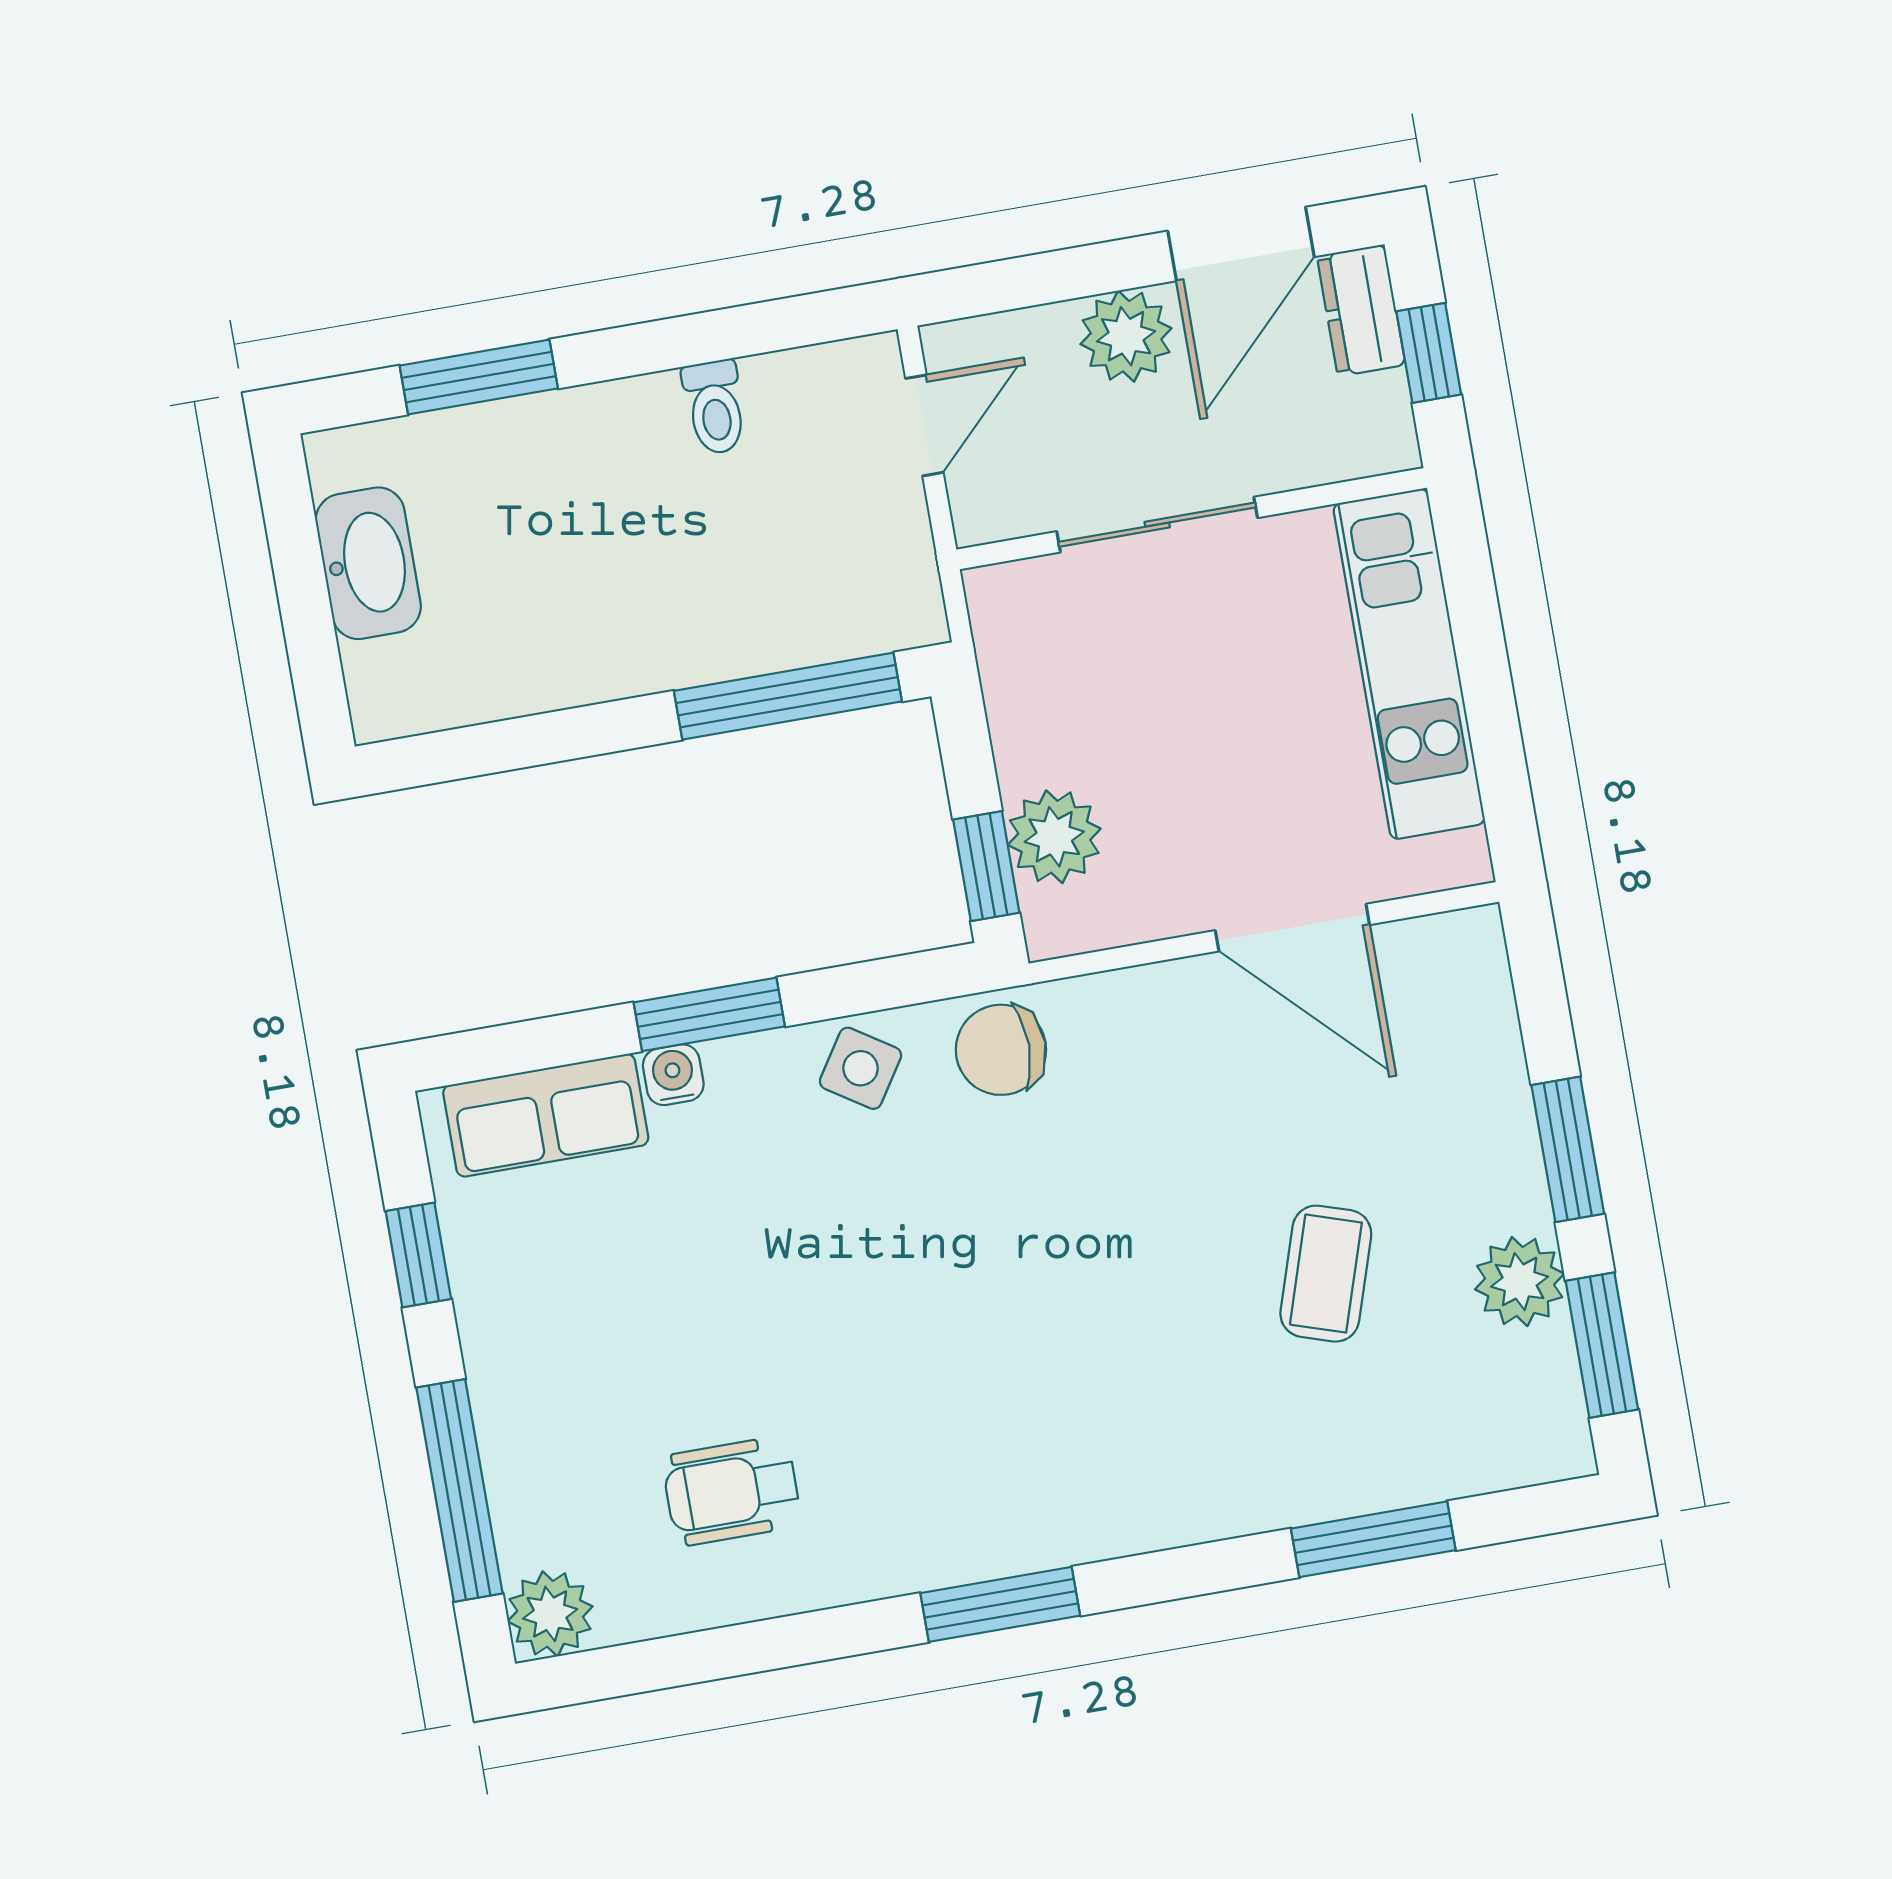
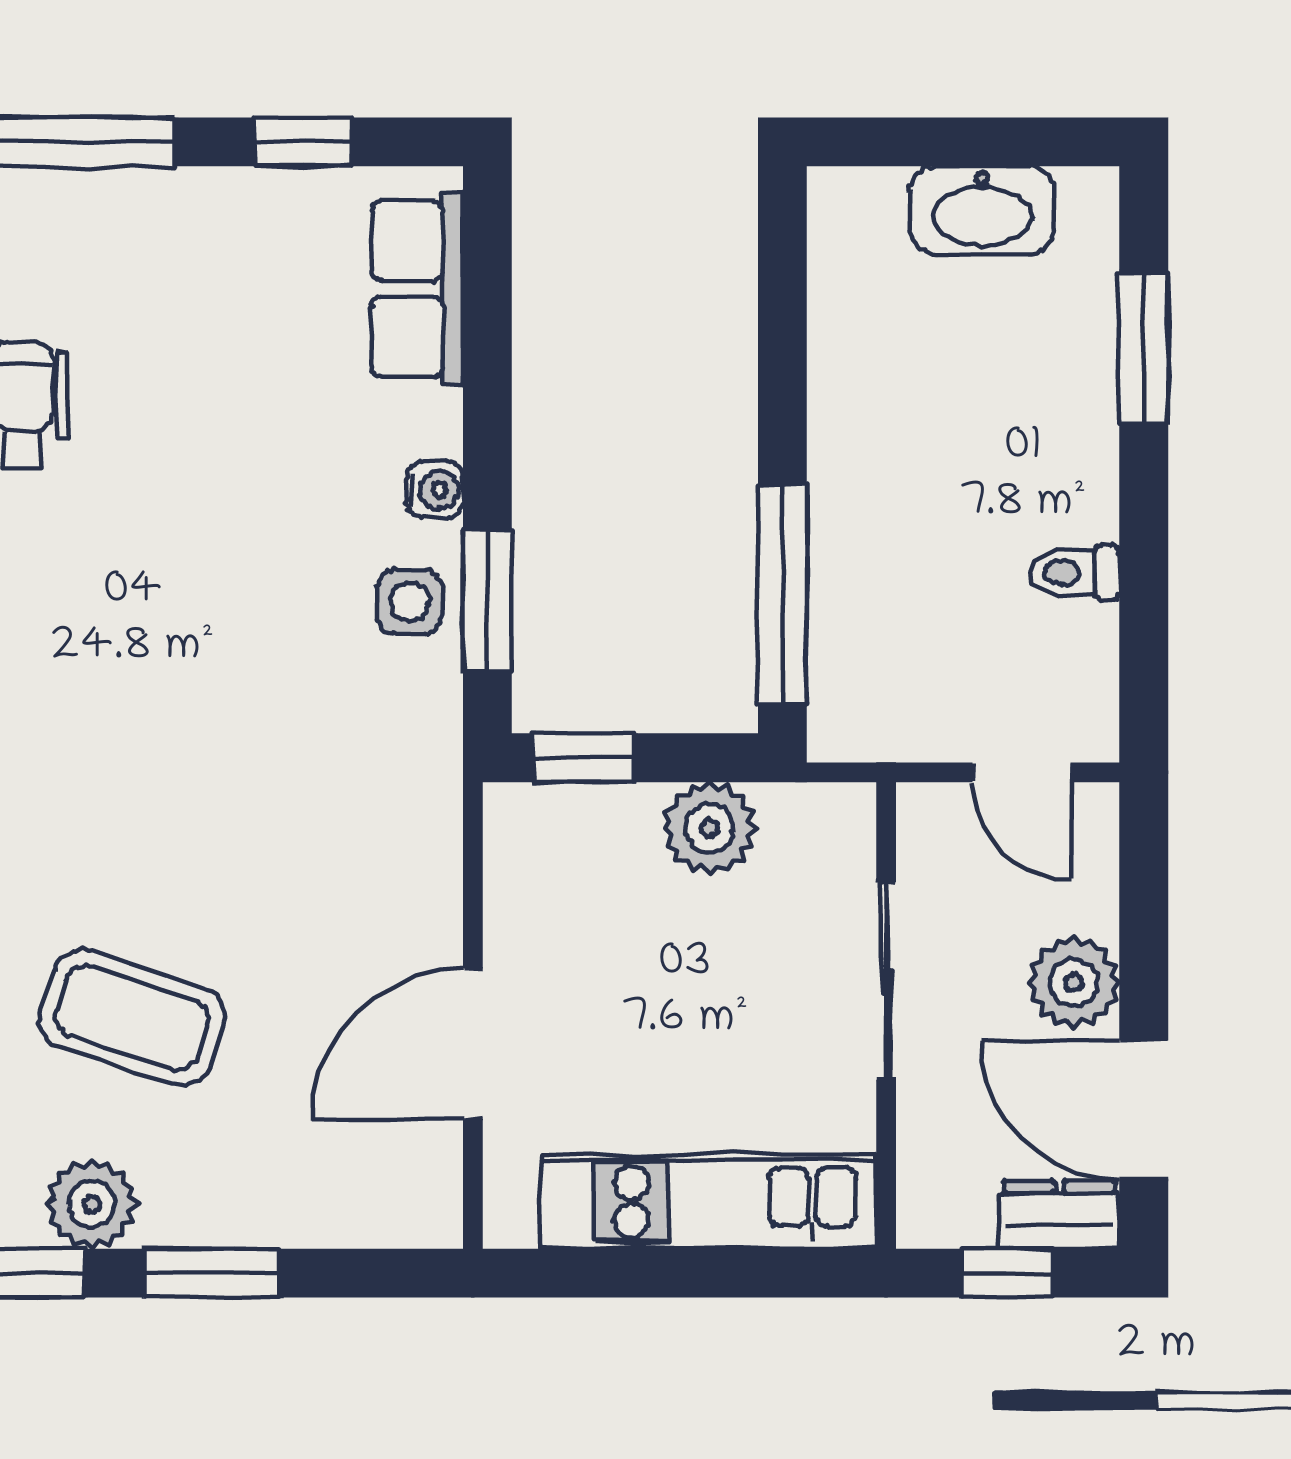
plant: (1054, 837) -> (710, 829), moved
window: (709, 1014) -> (487, 601), moved
chair: (1001, 1050) -> (404, 741), removed
side table: (861, 1068) -> (410, 602), turned -33
water cooler: (673, 1075) -> (435, 490), moved
coffee table: (1326, 1274) -> (132, 1018), width x1.36, depth x1.30

